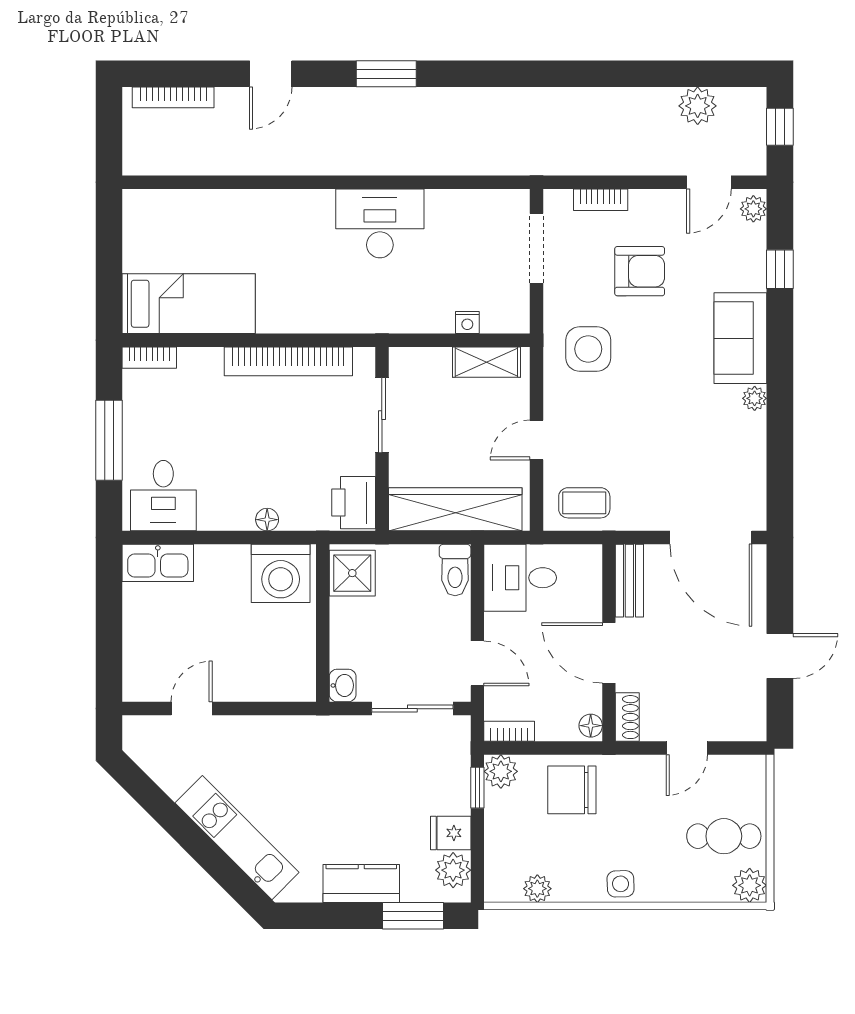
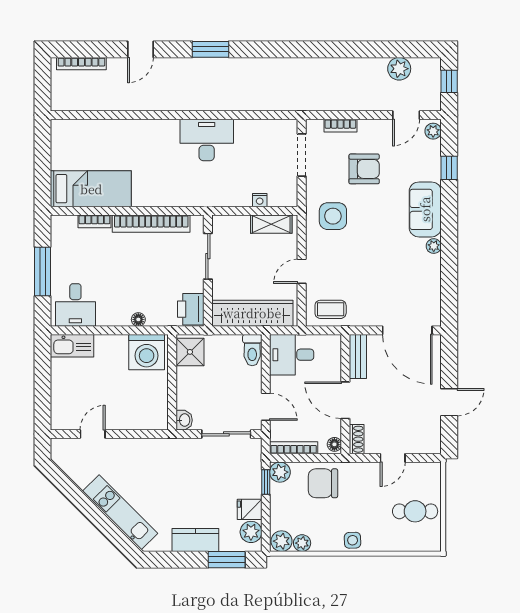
bookcase: (149, 358) -> (94, 221), moved
bookcase: (509, 731) -> (294, 448), width x1.56
plant: (750, 885) -> (282, 541), moved

